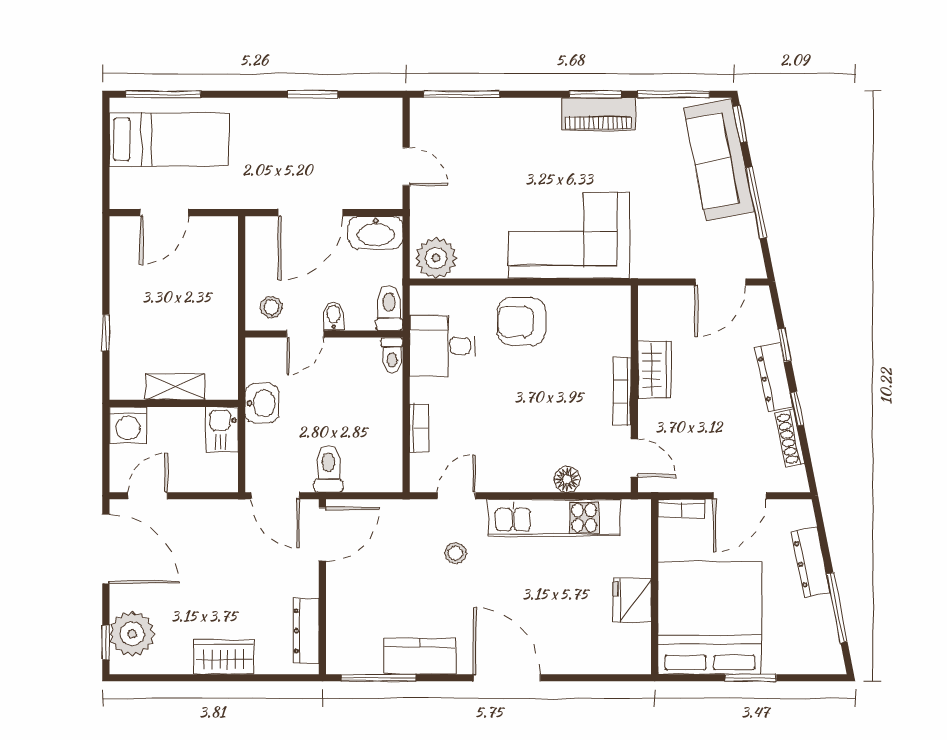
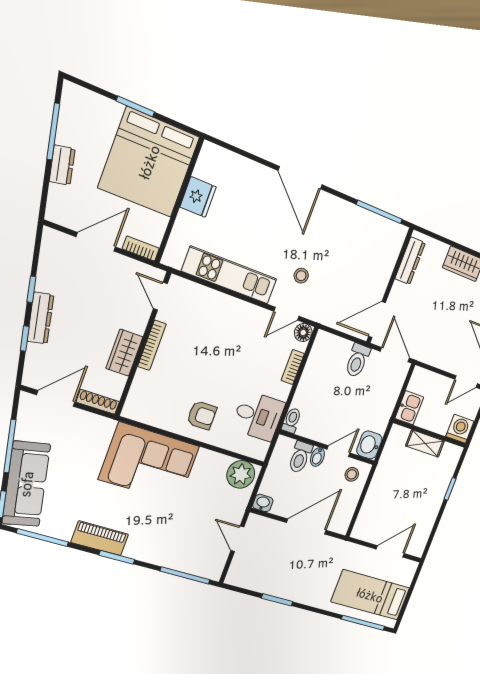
window: (595, 94) -> (117, 557), moved
washbasin: (376, 233) -> (263, 503), width x0.52, depth x0.69
toilet: (389, 308) -> (300, 457), moved
armchair: (521, 322) -> (202, 415), width x0.72, depth x0.72
washbasin: (262, 403) -> (369, 445), moved
shoe rack: (790, 438) -> (98, 402), moved, turned -79
floor lamp: (567, 479) -> (303, 333), moved
dresser: (811, 562) -> (62, 165), width x0.70
kitchen counter: (420, 656) -> (349, 215), removed

